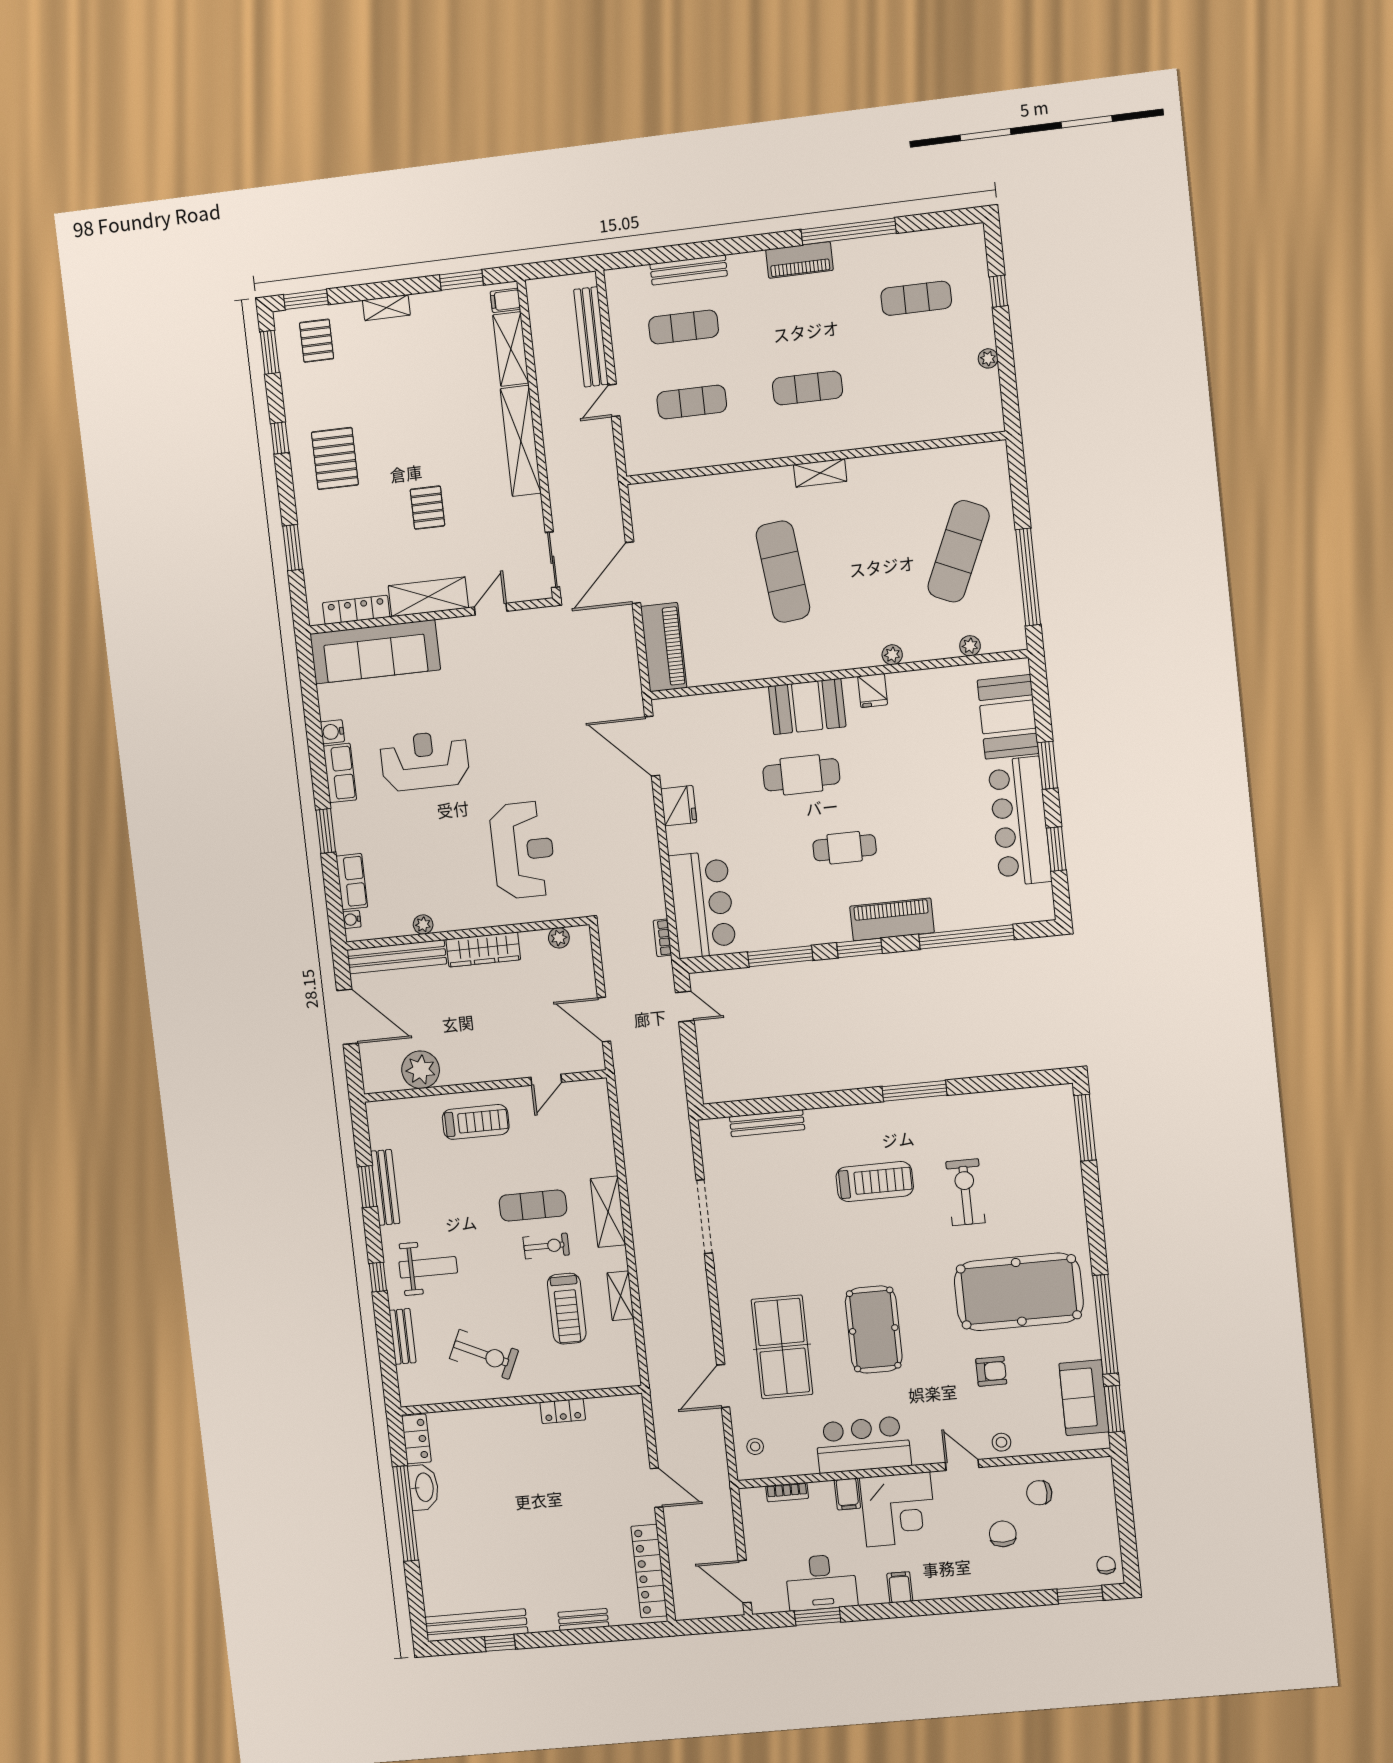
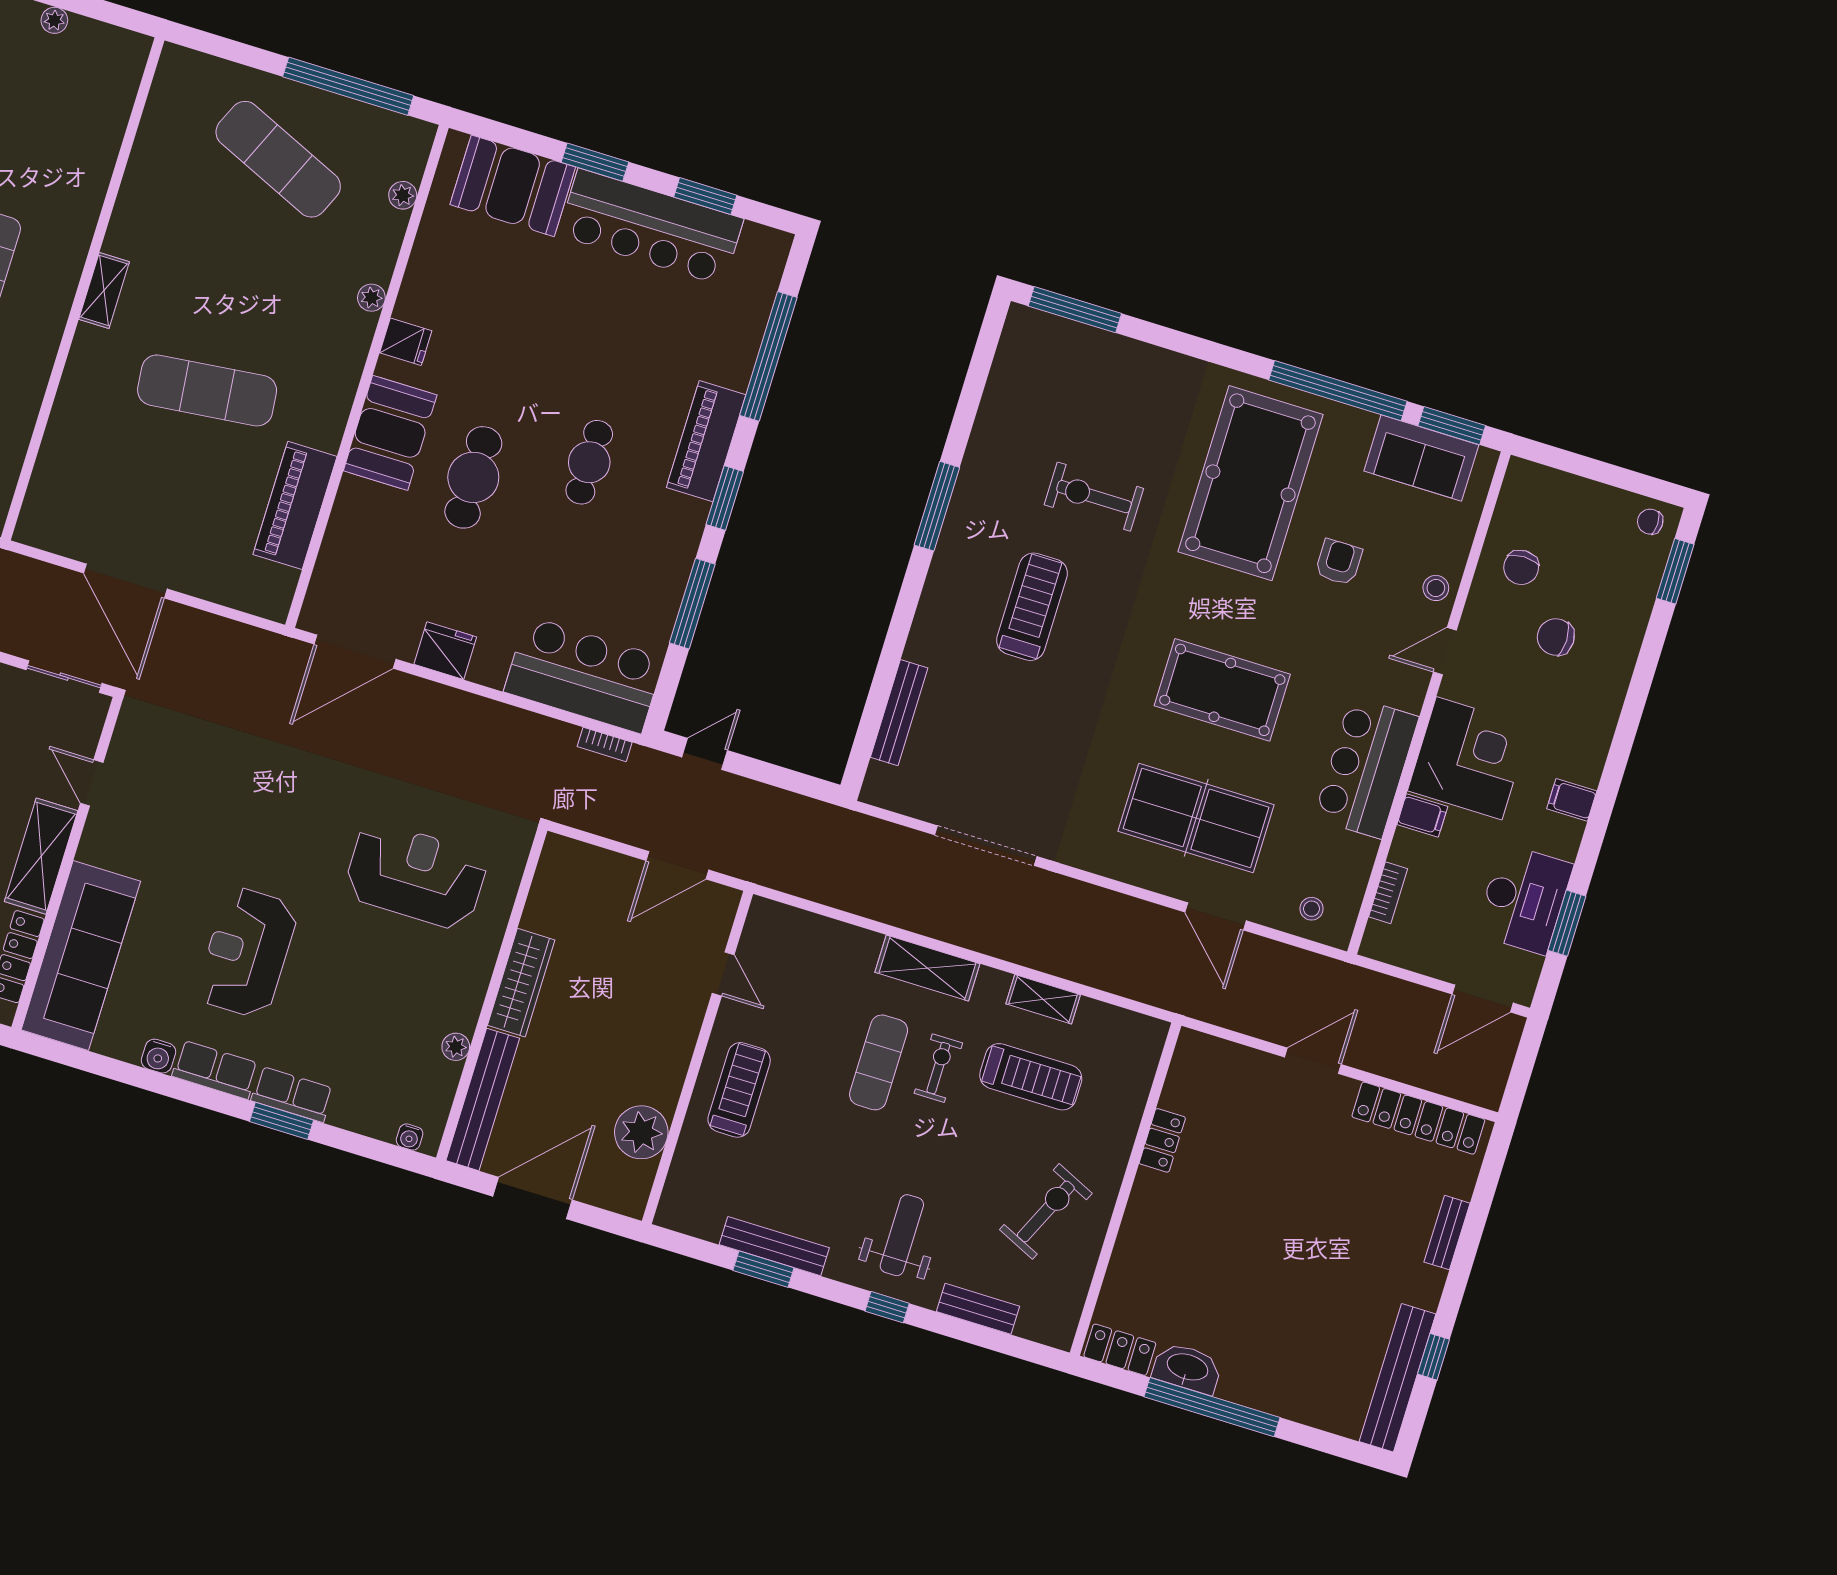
piano: (664, 647) -> (295, 505), moved, turned -90
row of seats: (352, 882) -> (292, 1094), moved
plant: (559, 938) -> (548, 878), removed

